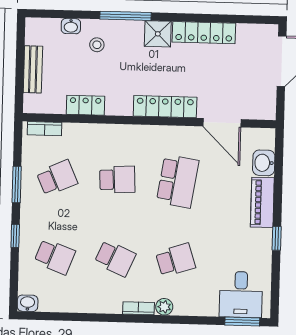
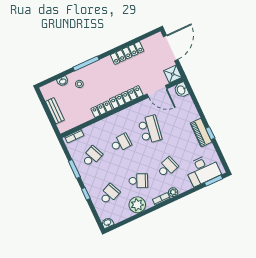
shower: (158, 34) -> (173, 74), moved
locker: (85, 105) -> (101, 109), moved
washbasin: (264, 163) -> (181, 90), moved
piano: (262, 202) -> (201, 133), moved
school desk: (55, 257) -> (109, 194), turned -45
desk: (241, 295) -> (203, 170), width x1.37
plant: (93, 298) -> (137, 205), added

